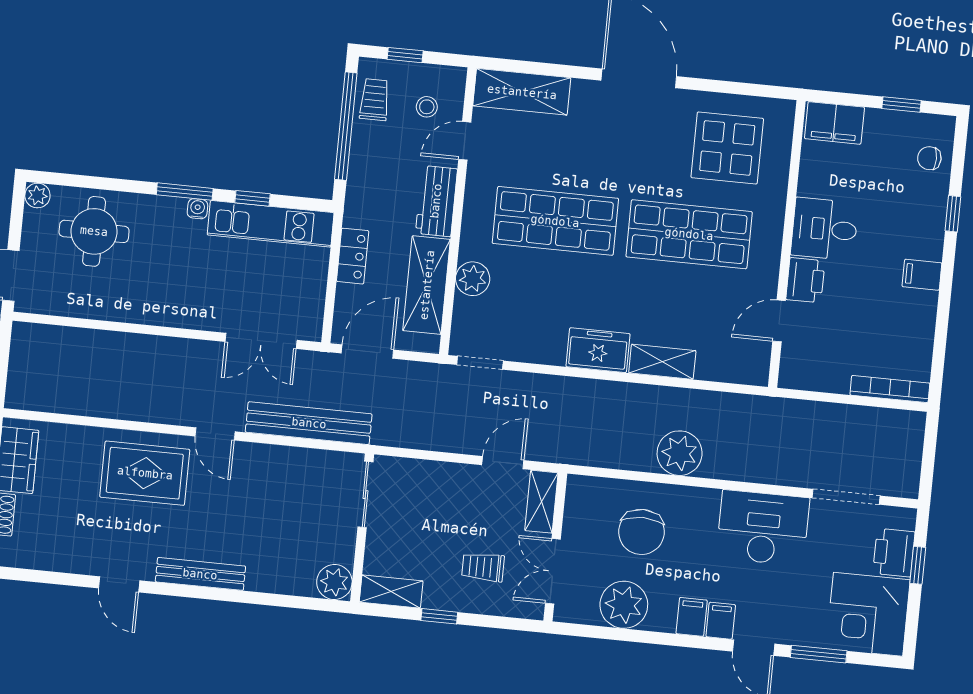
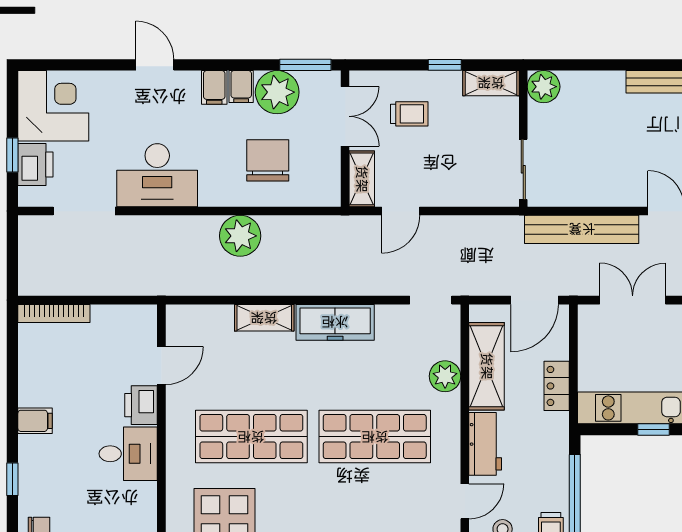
freezer: (598, 350) -> (335, 322), width x1.40
filing cabinet: (721, 621) -> (241, 86), moved
window: (819, 654) -> (305, 65), moved

